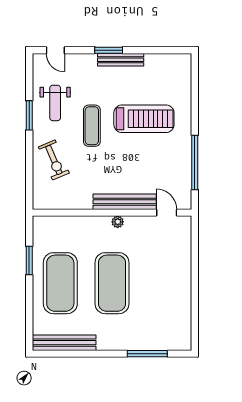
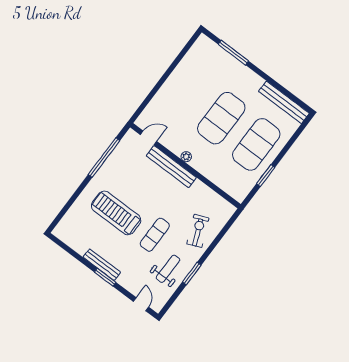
door: (167, 213) -> (149, 138), swing flipped

